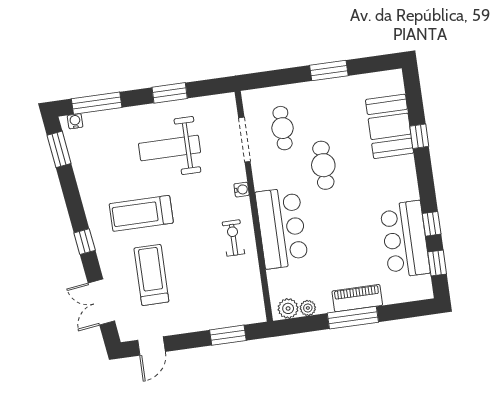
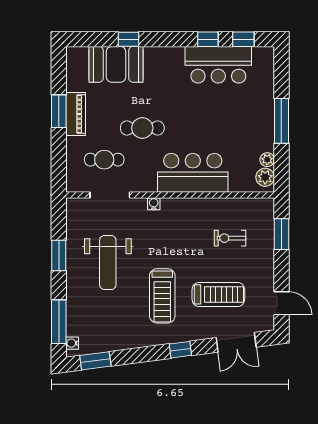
exercise bike: (233, 238) -> (230, 238), moved
treadmill: (151, 275) -> (218, 294), turned 180
piano: (357, 298) -> (76, 114), moved, turned 180

